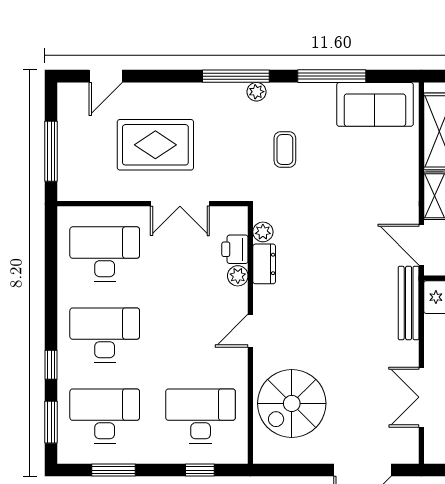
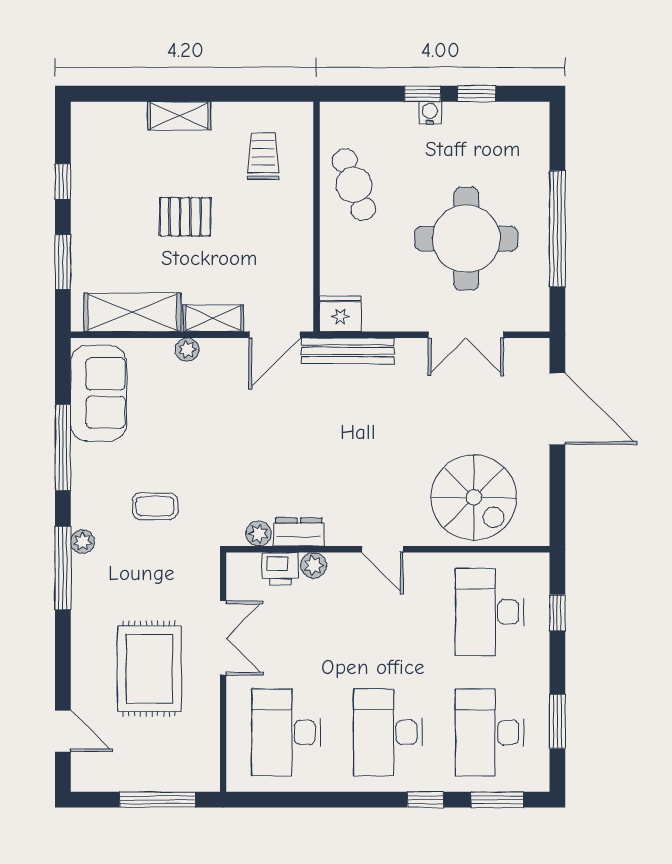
plant: (410, 175) -> (187, 349), added

